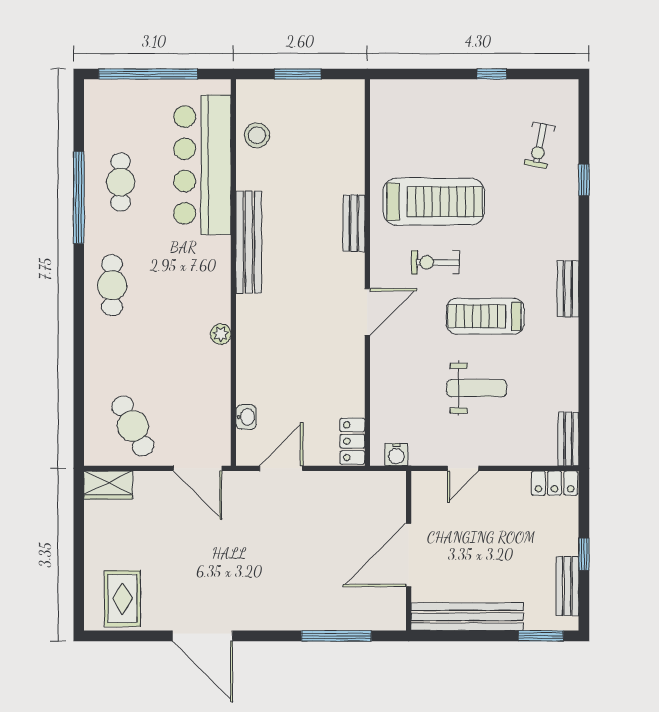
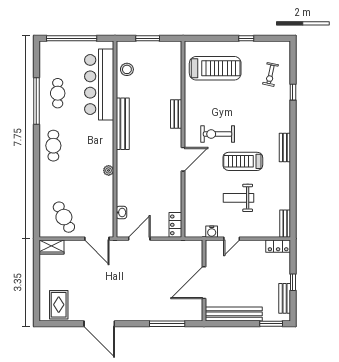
treadmill: (434, 202) -> (215, 68), moved
exercise bike: (435, 262) -> (218, 134), width x1.38, depth x1.39
weight bench: (477, 388) -> (239, 198), turned 180
water cooler: (396, 454) -> (212, 232), moved

